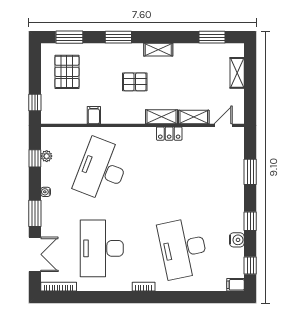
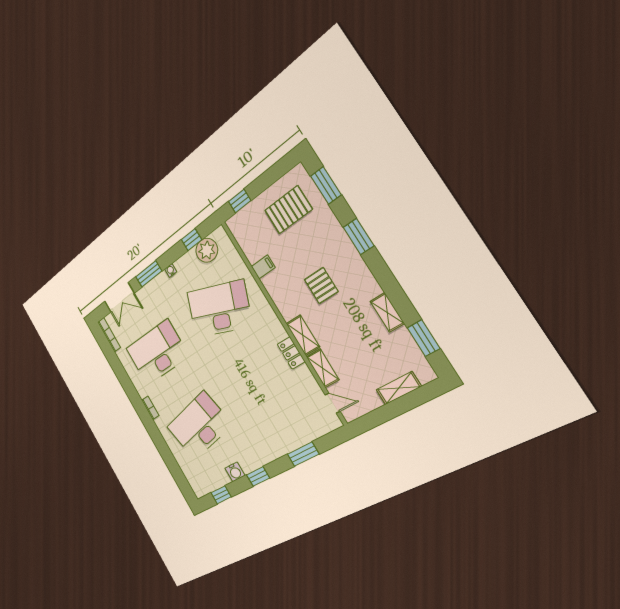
shelving: (158, 50) -> (387, 312), moved
plant: (47, 156) -> (207, 250), width x1.88, depth x1.88
filing cabinet: (235, 285) -> (198, 489), removed

